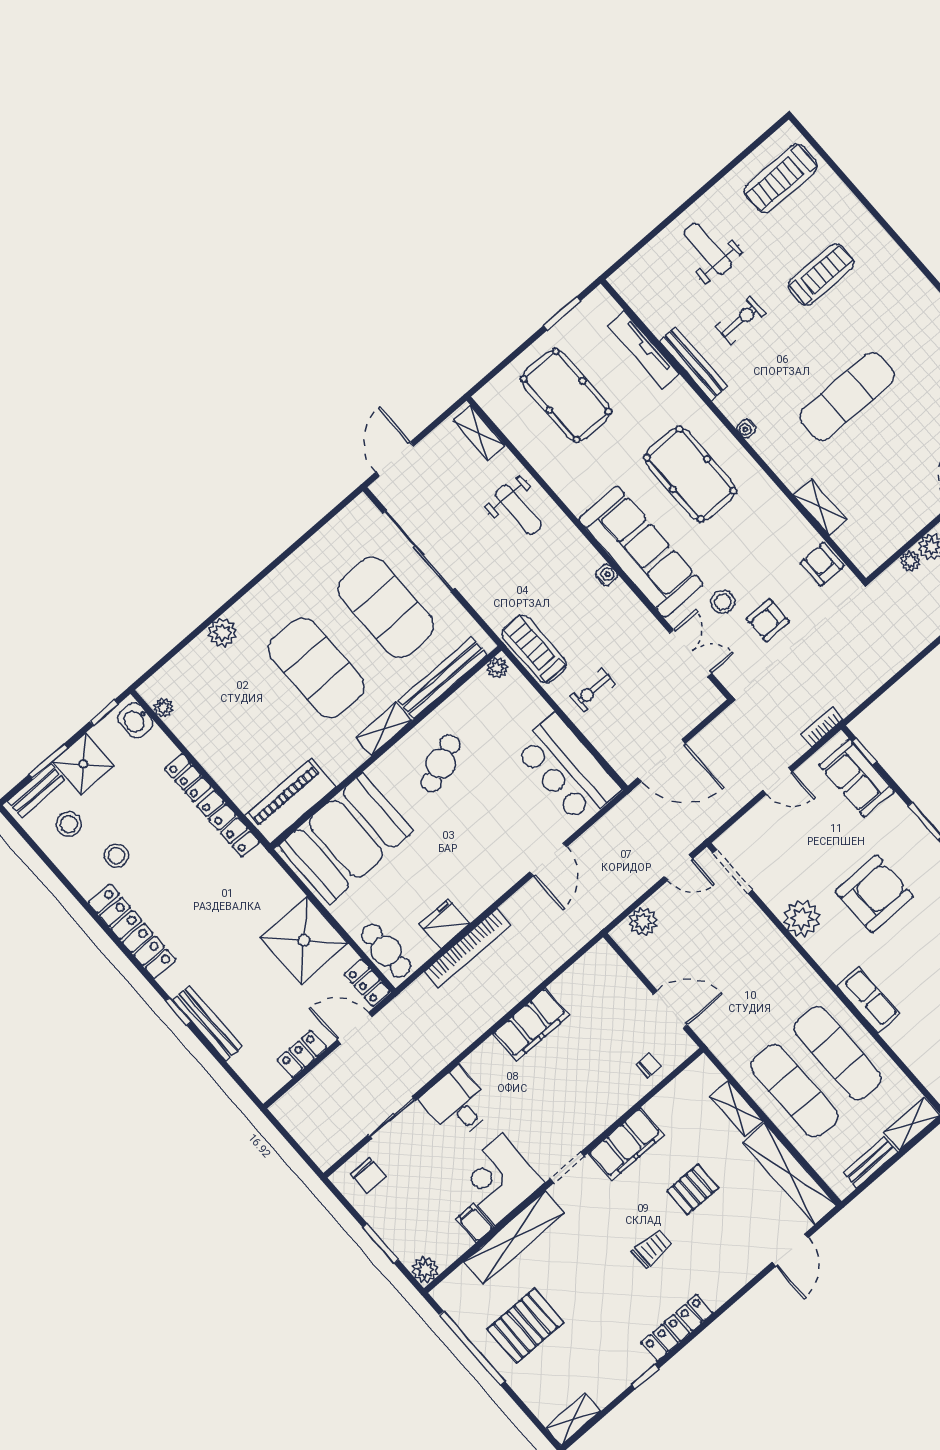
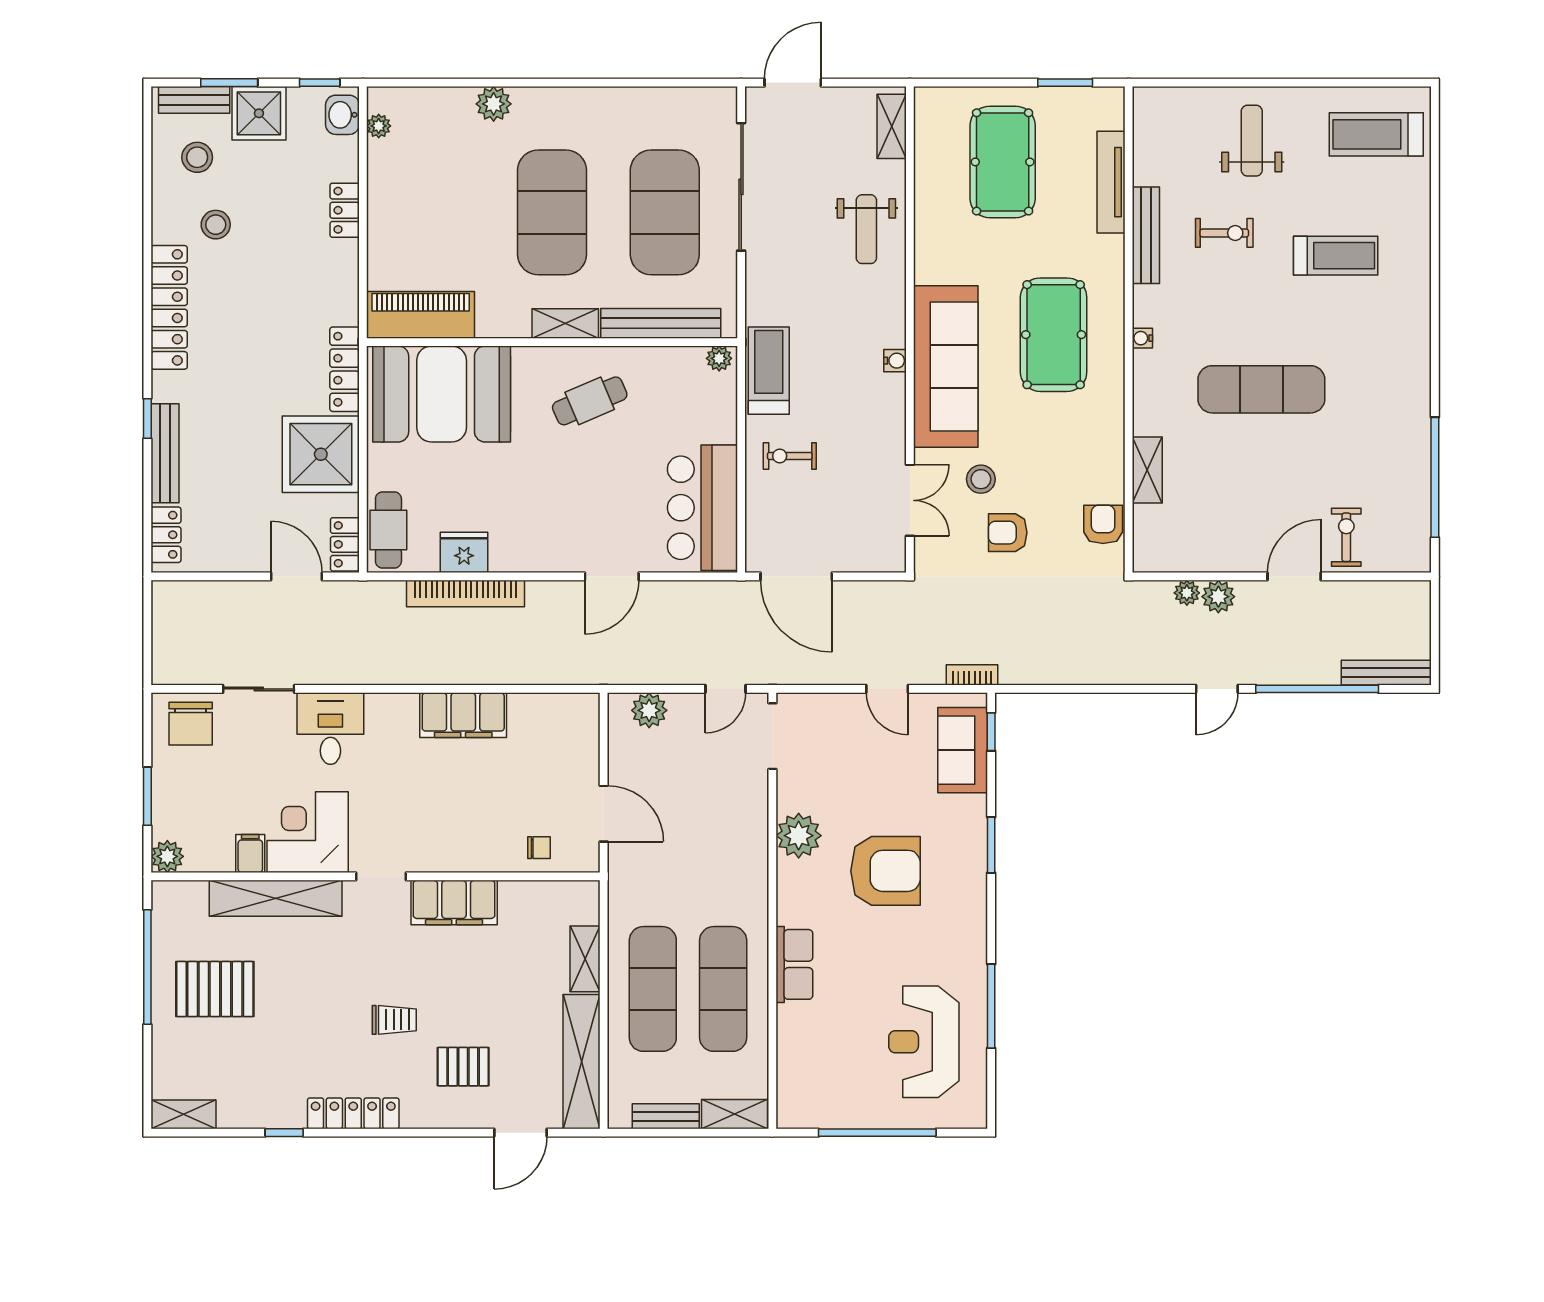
locker: (228, 824) -> (345, 369), moved
door: (678, 868) -> (725, 689), hinge flipped
locker: (302, 1054) -> (166, 535), moved, turned 90
chair: (368, 1175) -> (191, 724), width x1.37, depth x1.37
pallet: (693, 1189) -> (463, 1067), moved

